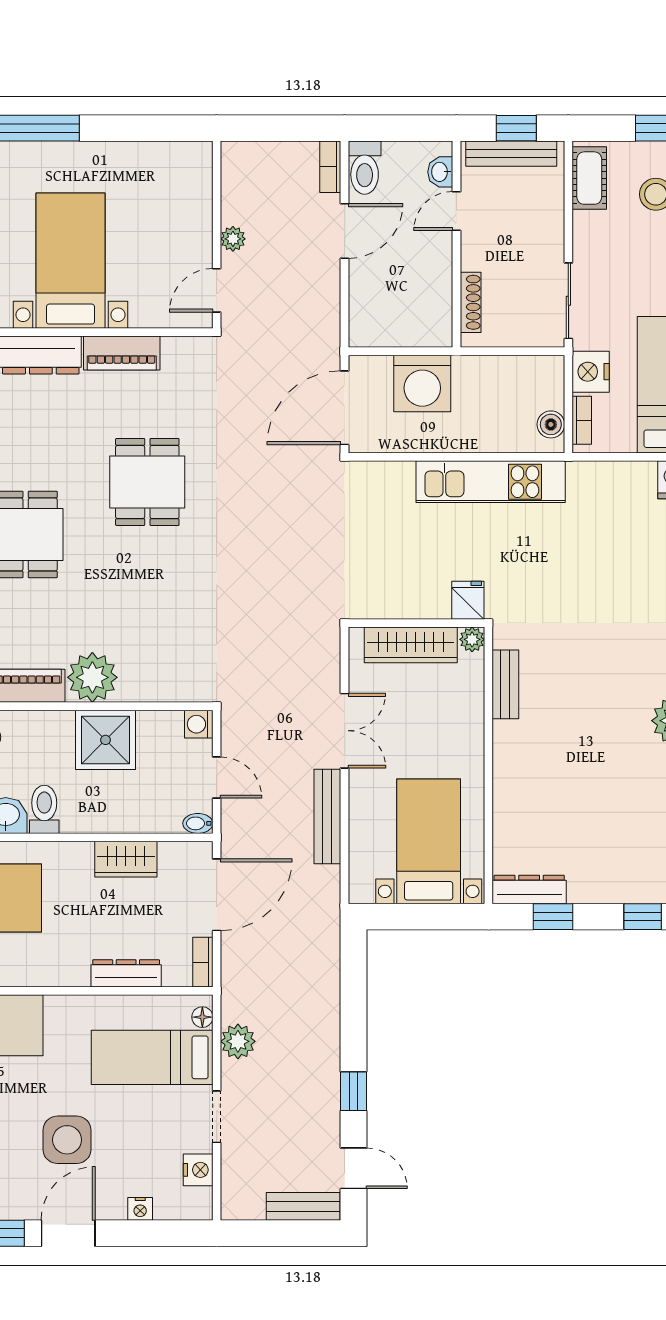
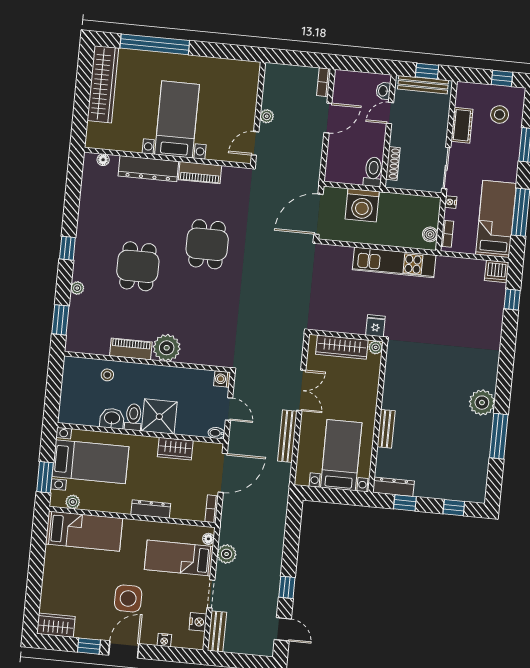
toilet: (365, 168) -> (373, 172), moved, turned 180
cot: (589, 178) -> (462, 125), moved
nightstand: (591, 372) -> (451, 202), width x0.53, depth x0.56
bench: (505, 684) -> (386, 429), moved
shower: (106, 740) -> (159, 417), moved
dresser: (126, 973) -> (151, 509), moved
bench: (303, 1206) -> (217, 631), moved, turned 90

